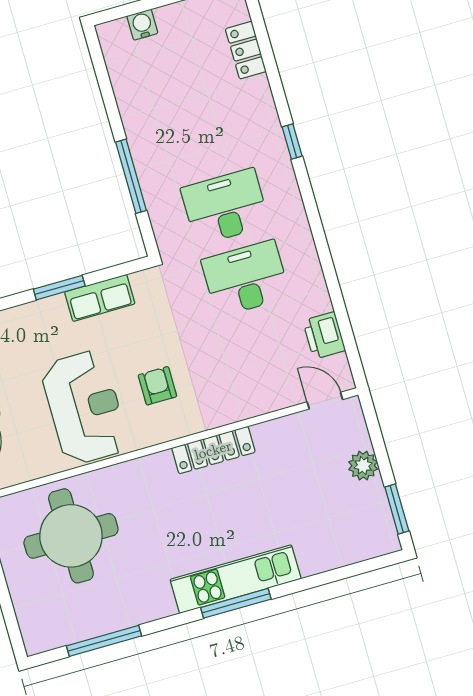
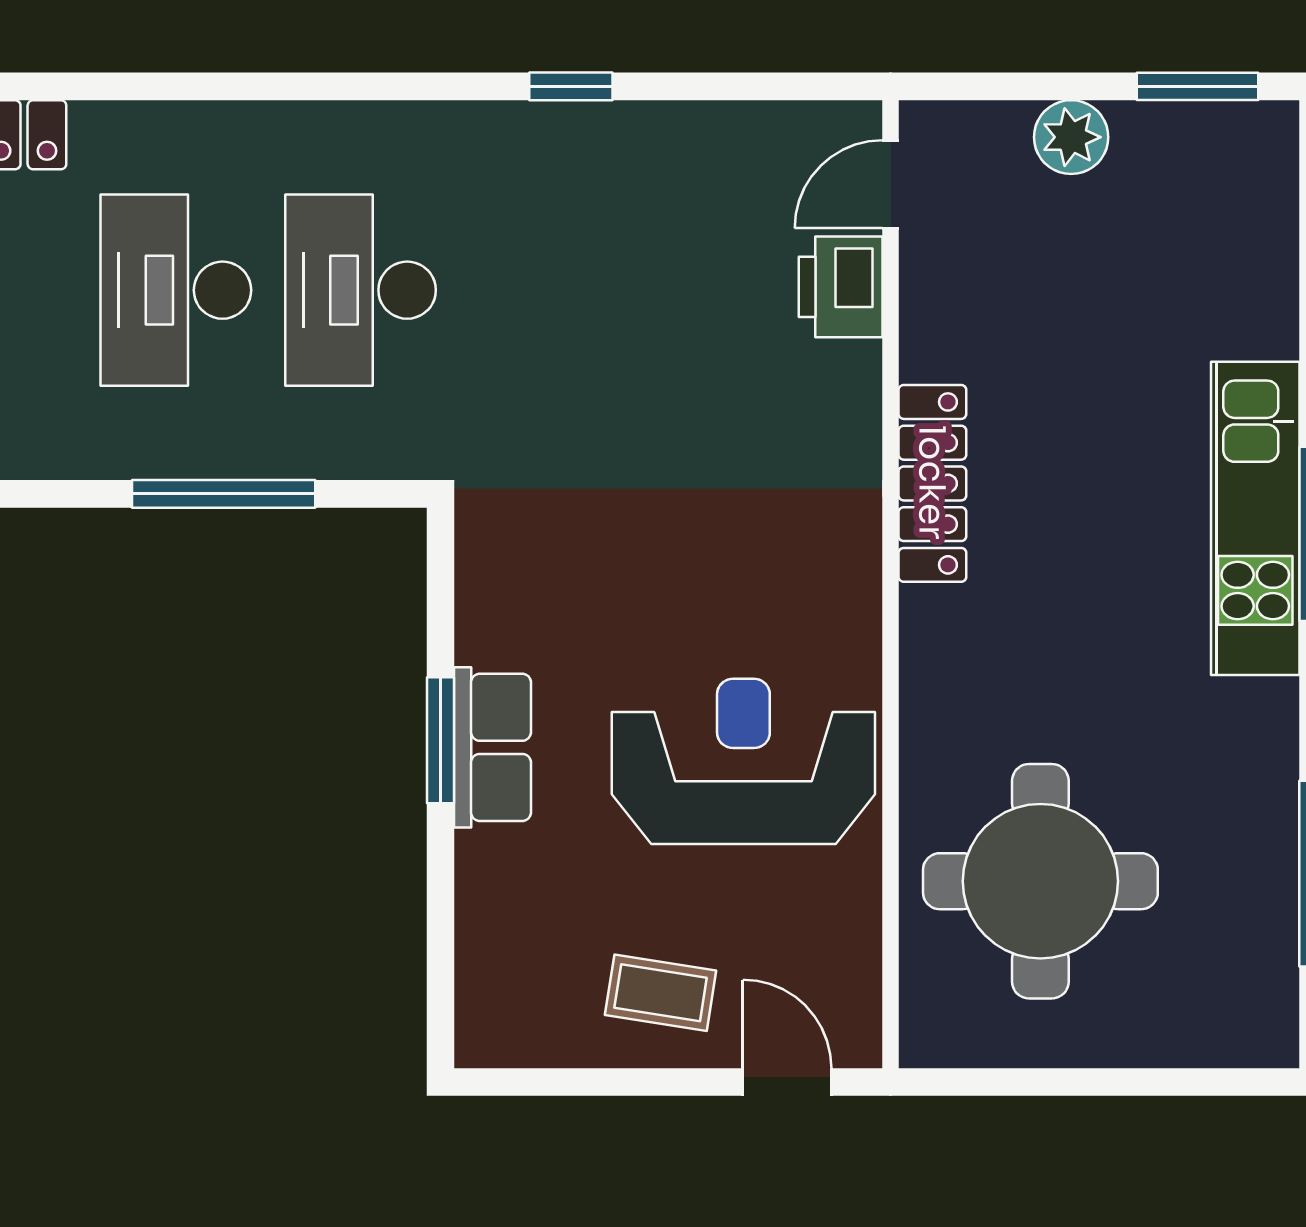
window: (292, 142) -> (571, 86), moved
desk: (246, 278) -> (176, 290), moved
row of seats: (100, 298) -> (493, 747), moved
printer: (324, 335) -> (841, 287), moved, turned 90
armchair: (157, 386) -> (741, 573), removed

